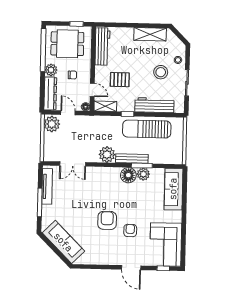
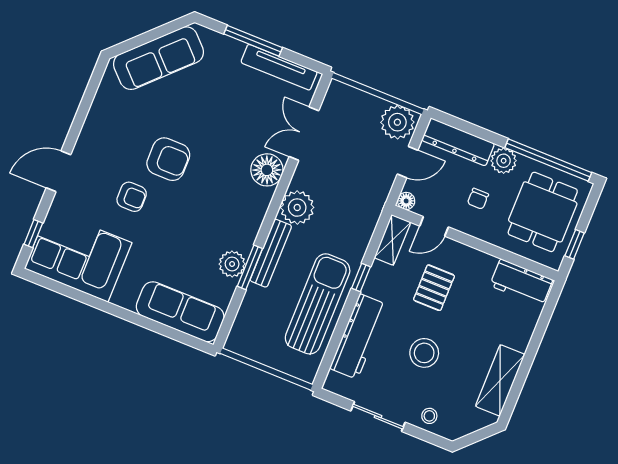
workbench: (103, 46) -> (521, 283), width x0.73
stool: (161, 72) -> (424, 353), moved
floor lamp: (128, 175) -> (267, 170), moved

